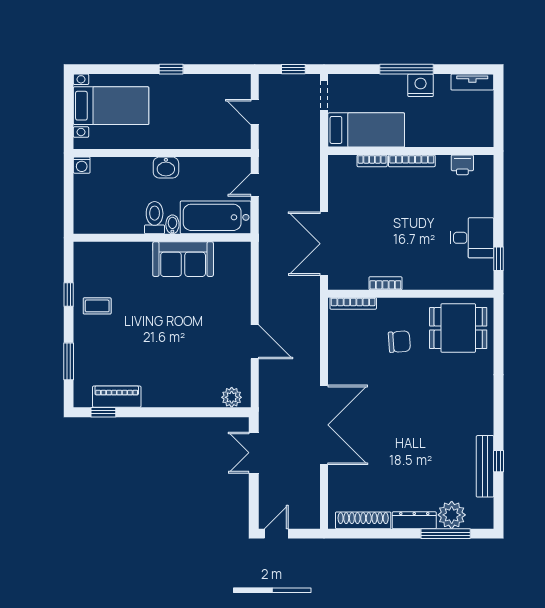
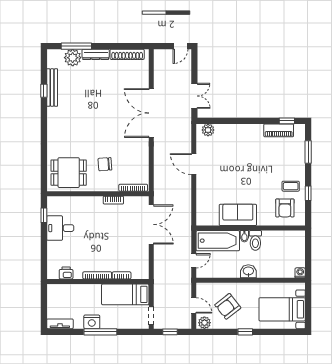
plant: (237, 84) -> (204, 323), added
armchair: (199, 111) -> (228, 306), added
armchair: (107, 271) -> (285, 208), added

